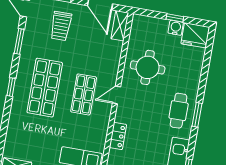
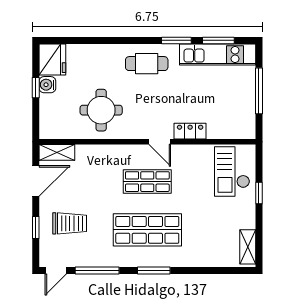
window: (19, 41) -> (97, 270), width x1.44
window: (11, 87) -> (154, 270), width x1.50
door: (116, 95) -> (160, 142), moved
window: (197, 115) -> (176, 40), moved

